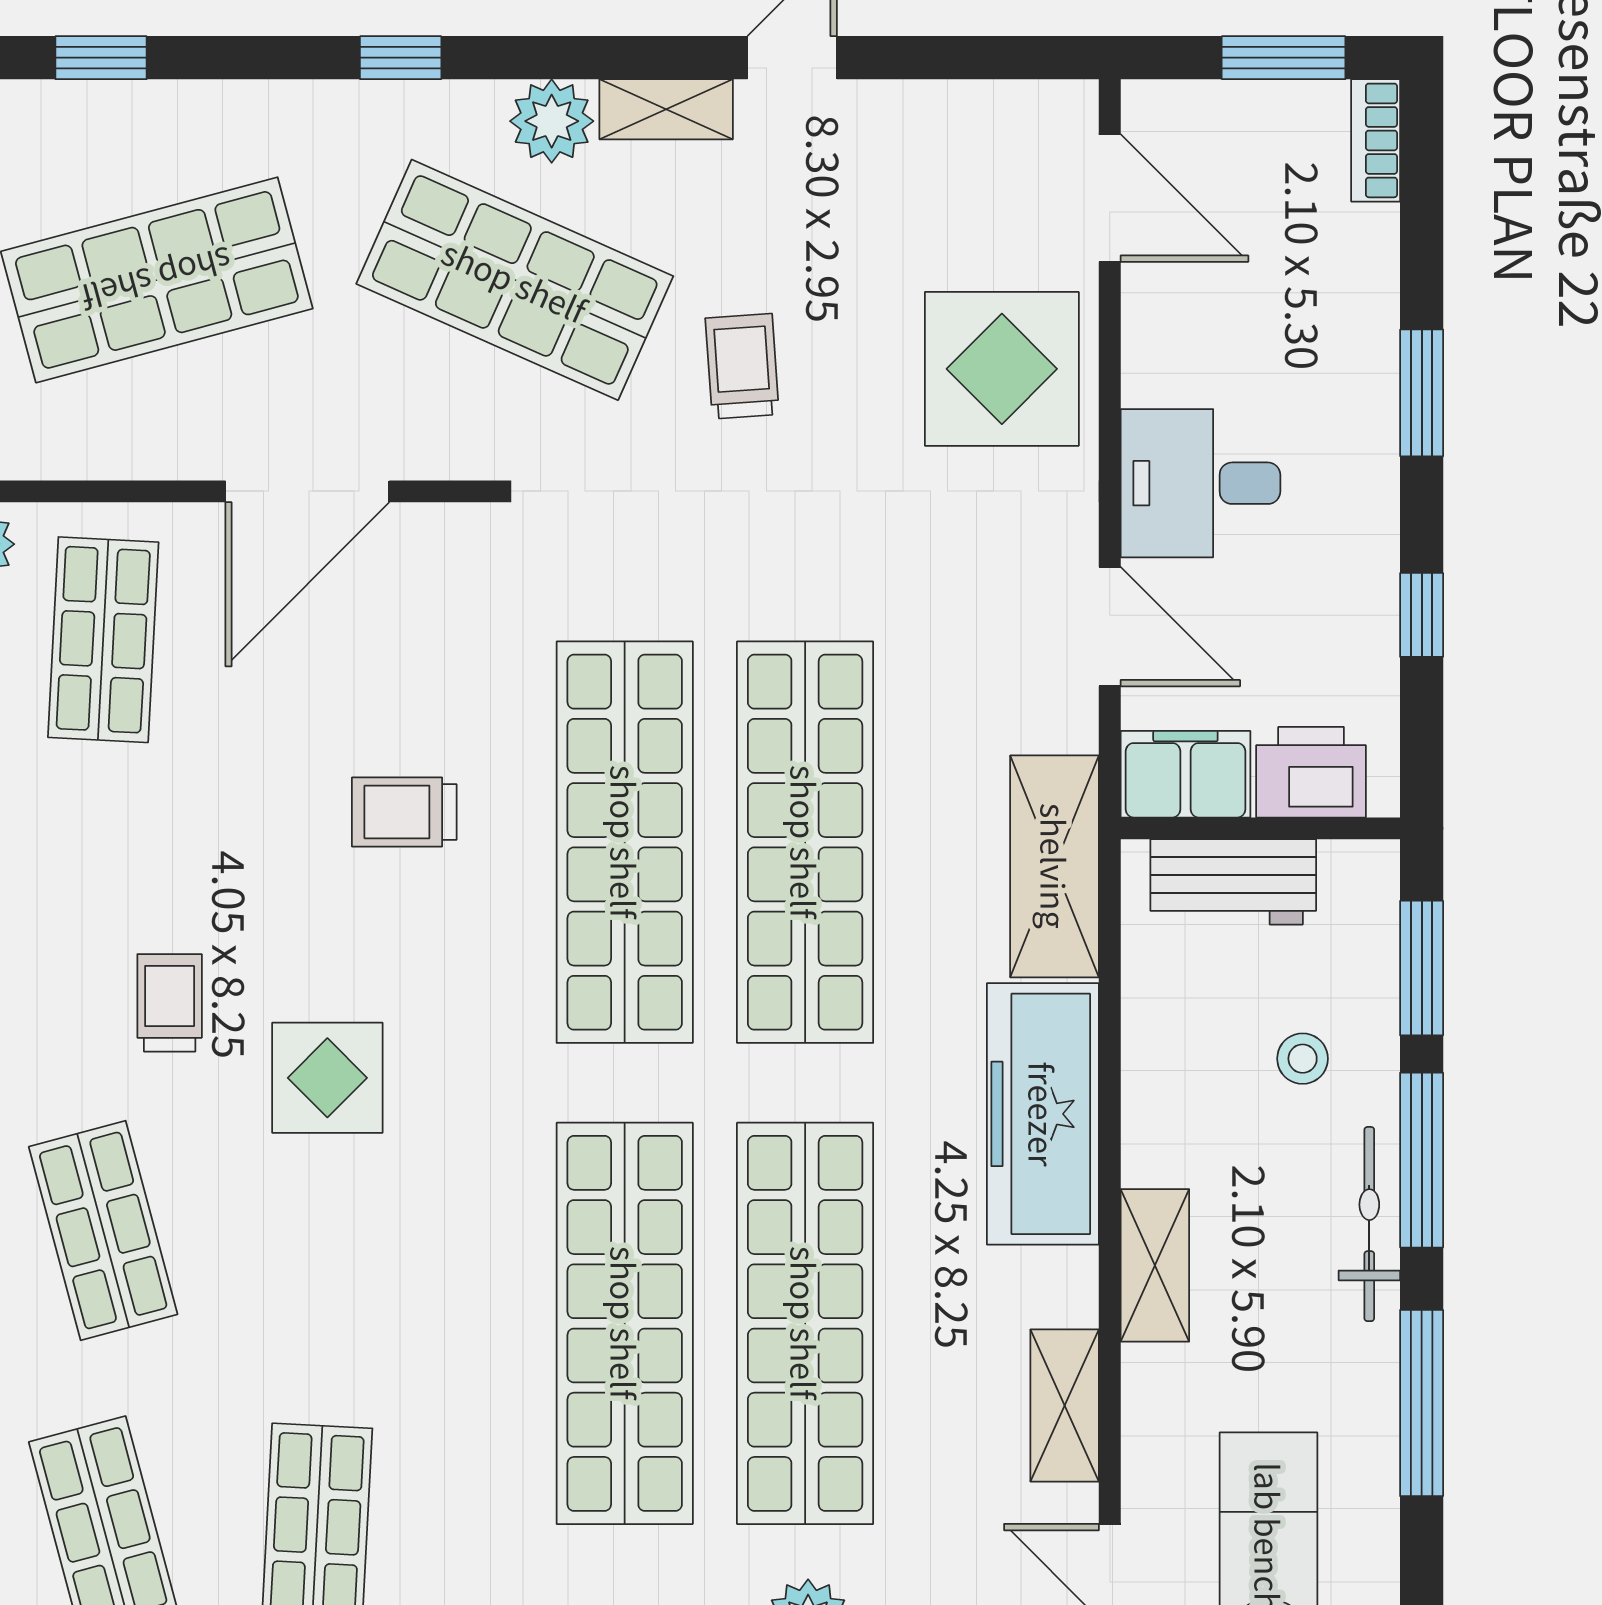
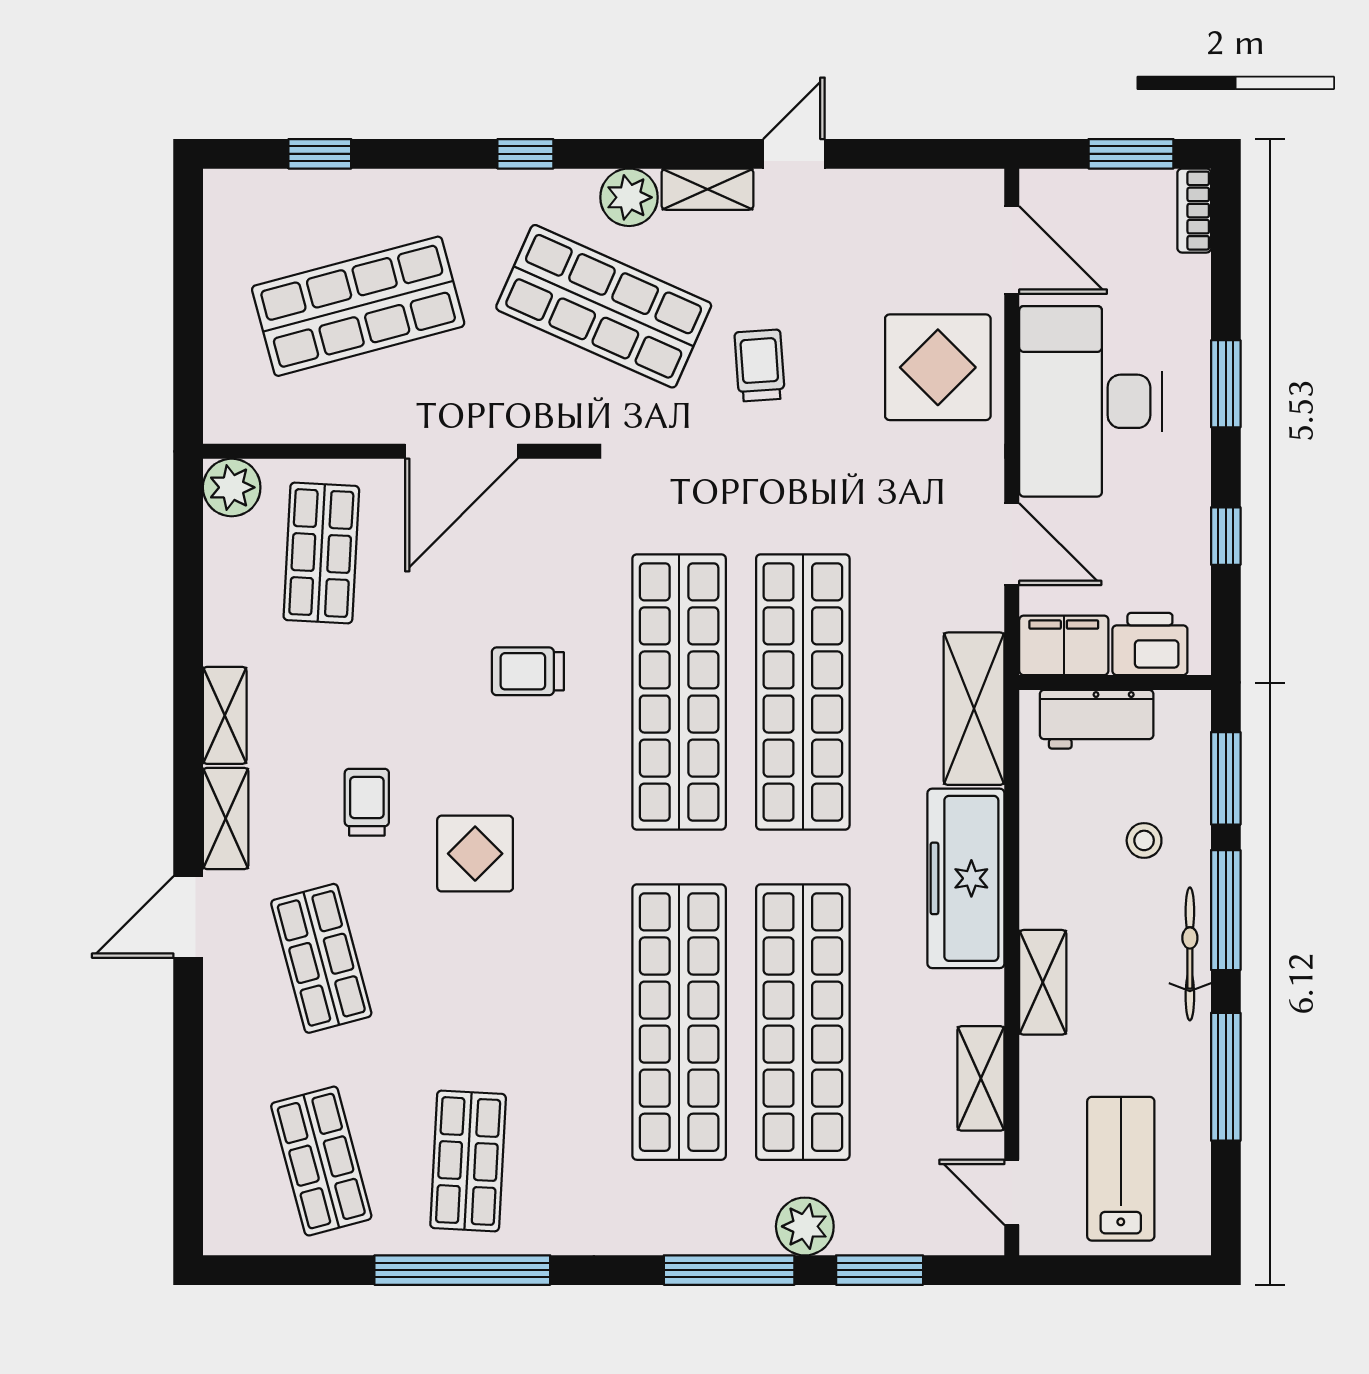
desk: (1200, 483) -> (1090, 401), width x1.87, depth x1.30

